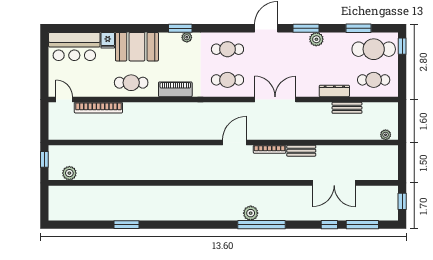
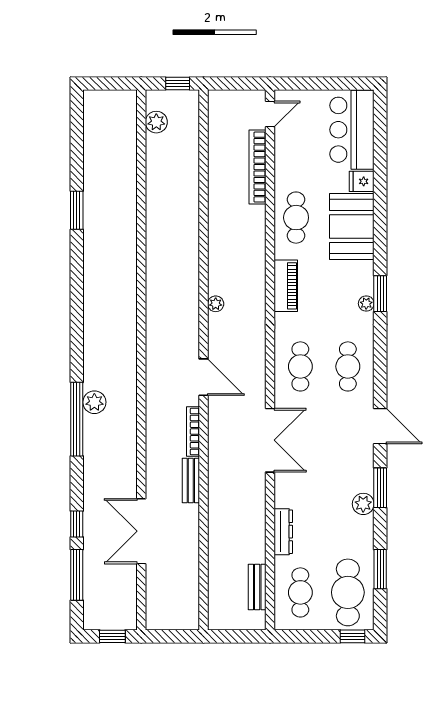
bench: (347, 108) -> (257, 587), moved
plant: (386, 135) -> (216, 304), moved

